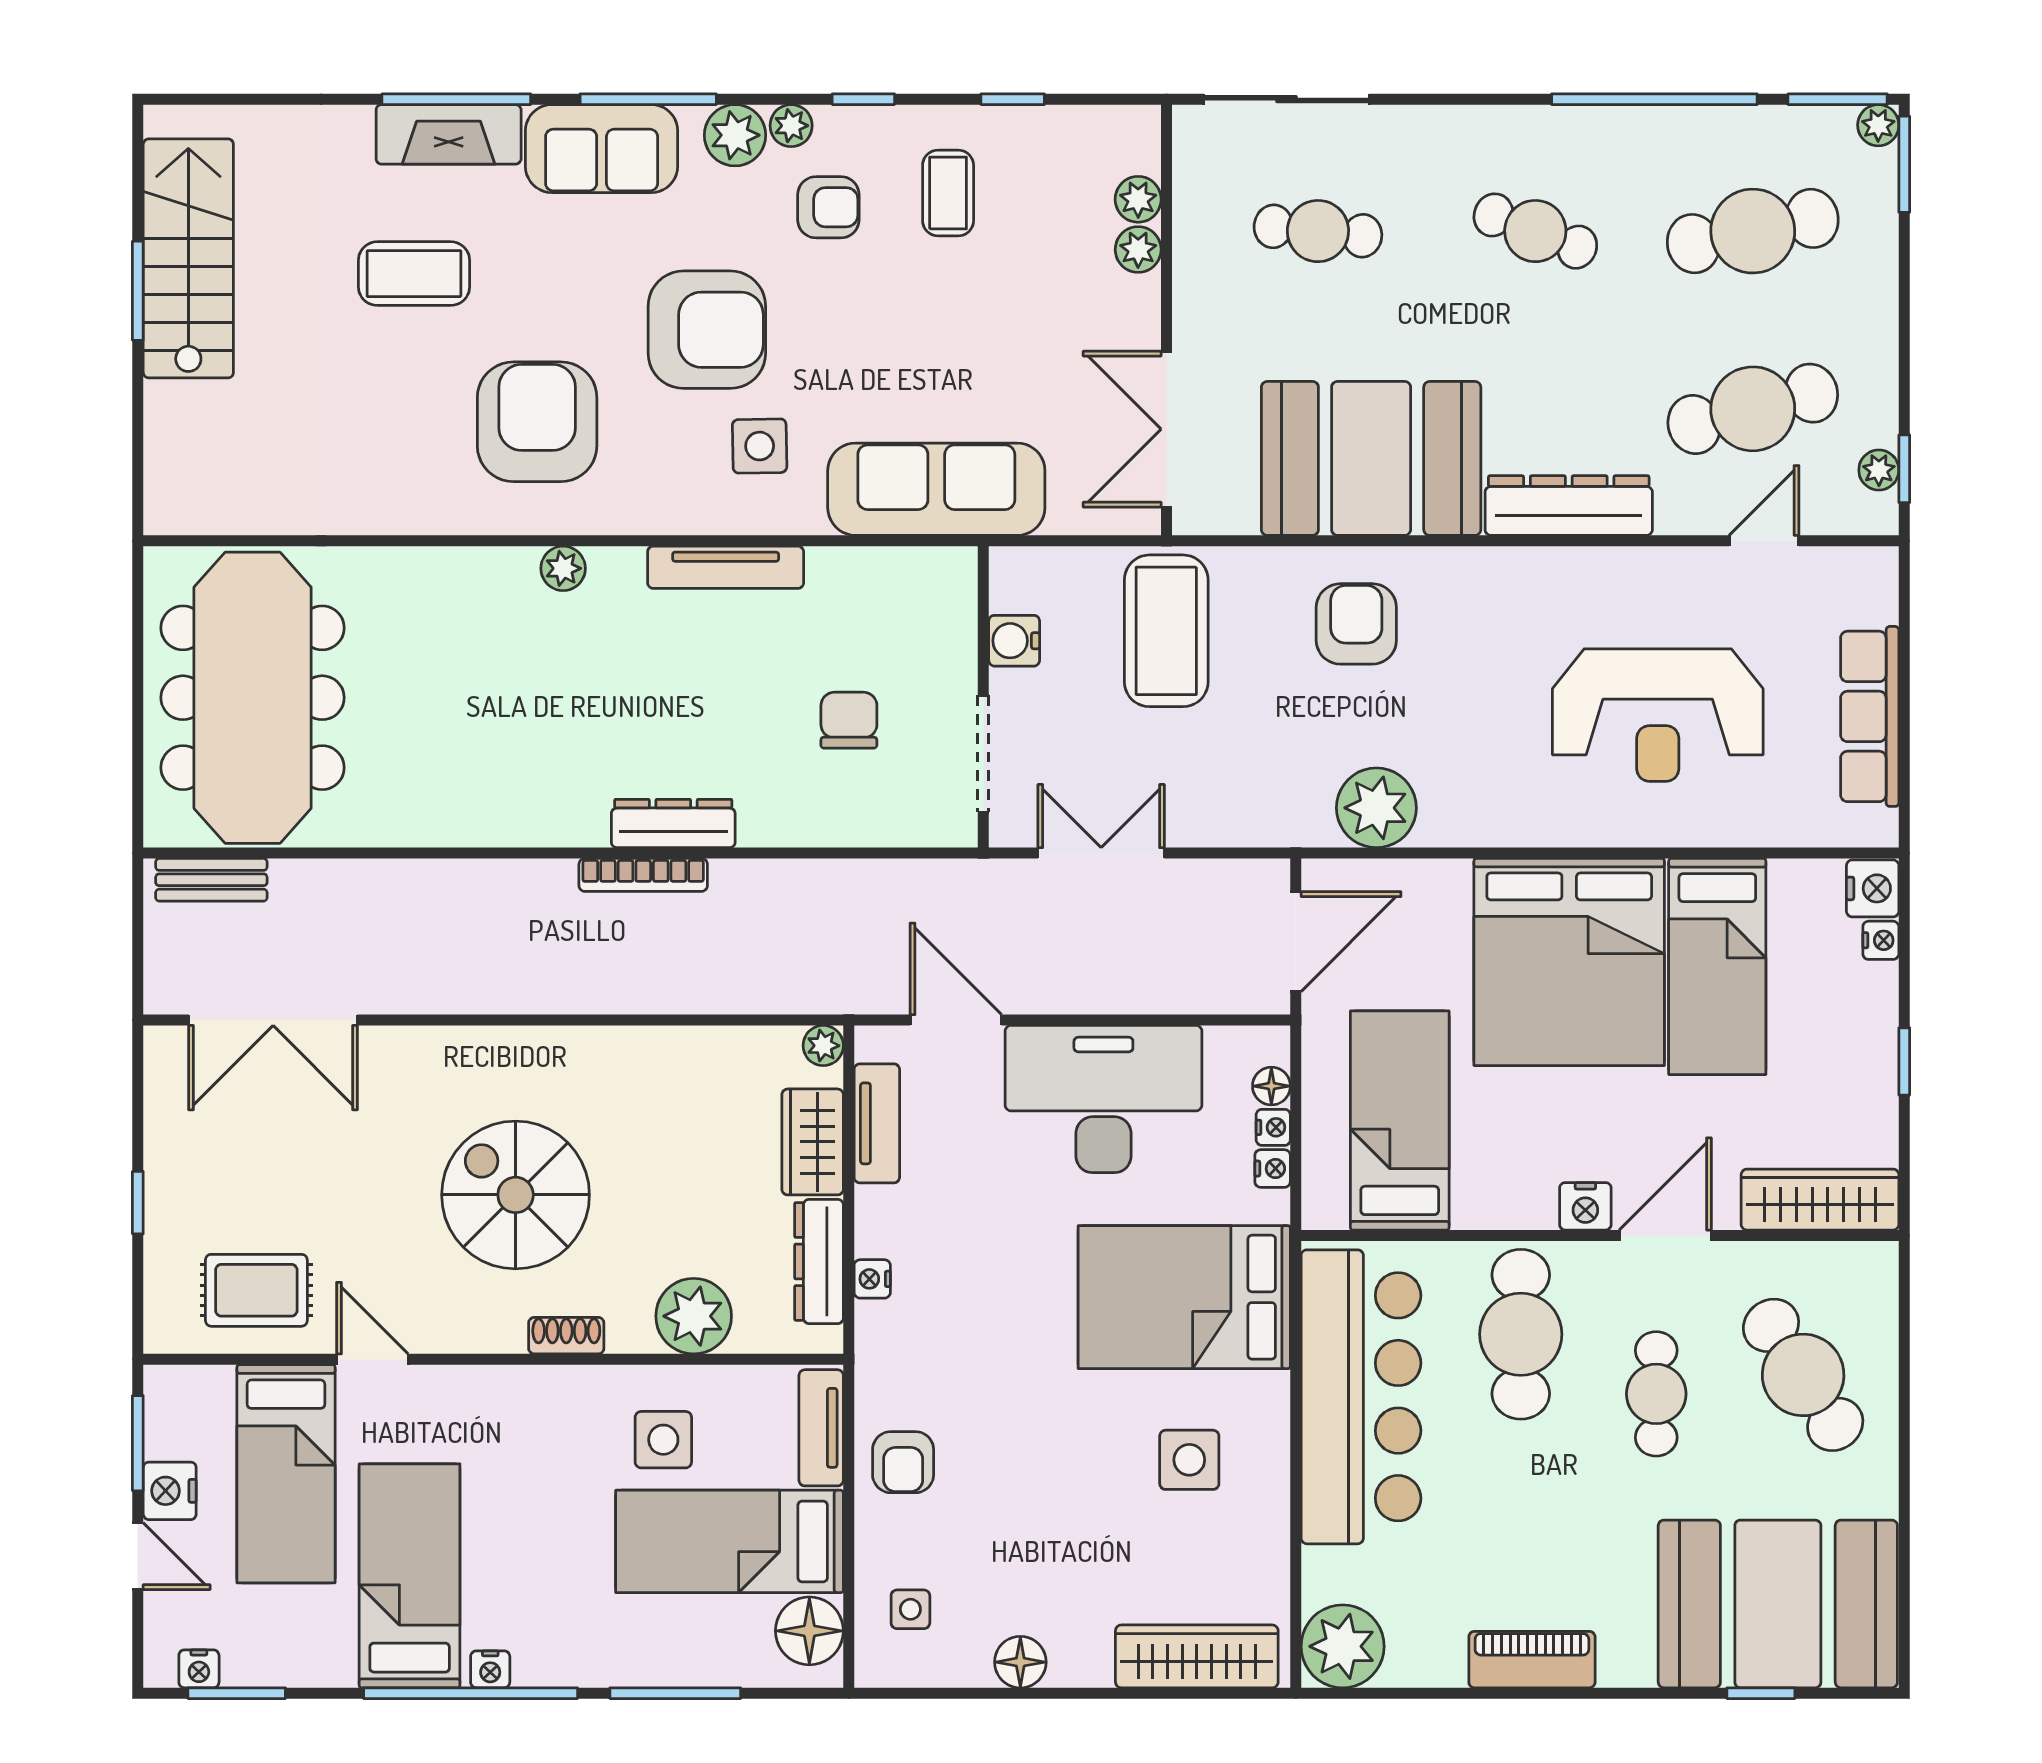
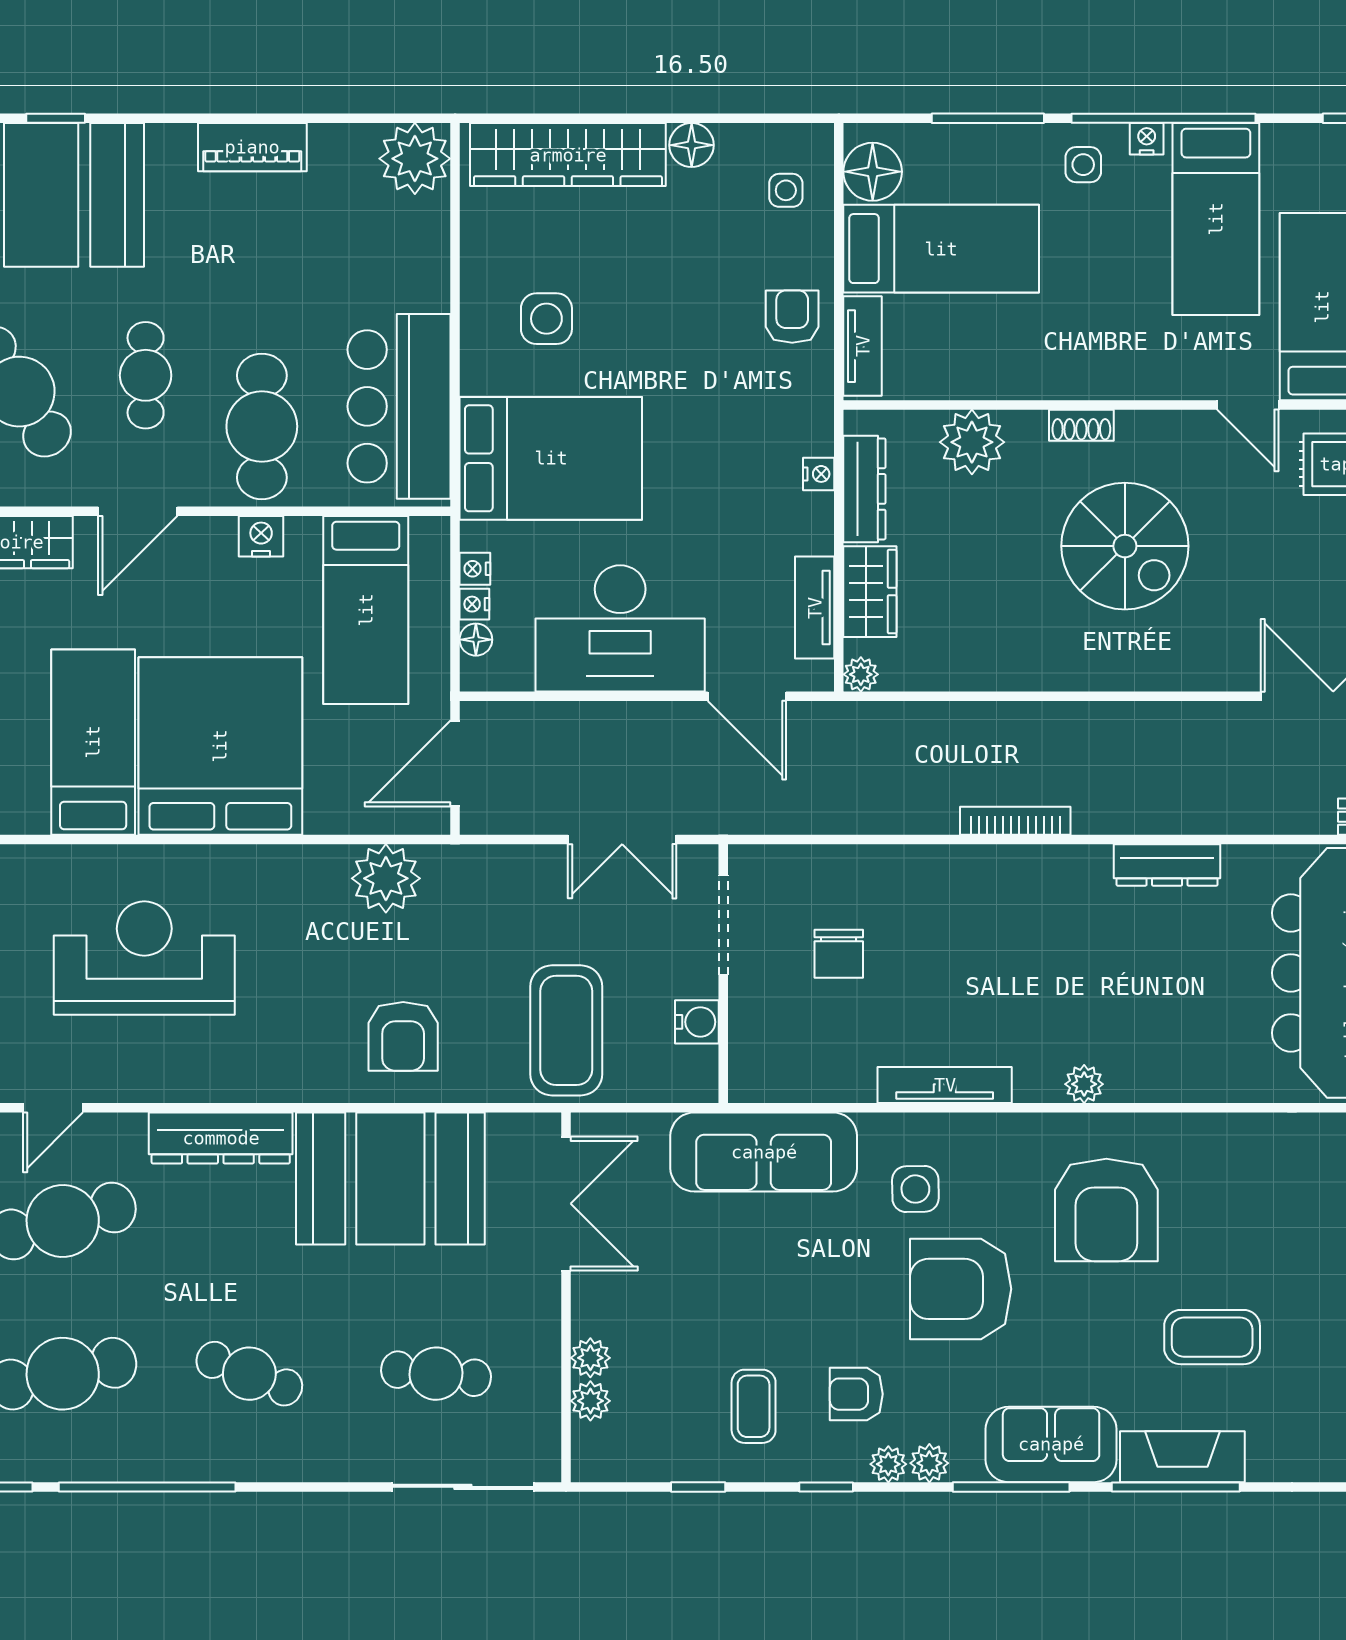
plant: (735, 135) -> (929, 1463), width x0.73, depth x0.73
dresser: (673, 823) -> (1167, 865), moved
nightstand: (1585, 1206) -> (261, 536), moved
bar counter: (1361, 1397) -> (399, 406), width x0.73
side table: (663, 1440) -> (1083, 165), moved, width x0.73, depth x0.73
wardrobe: (1197, 1656) -> (568, 155), width x1.40, depth x1.17

